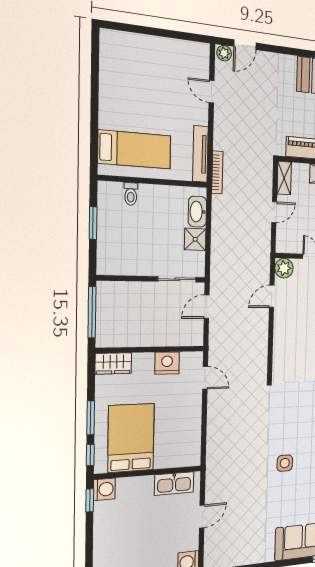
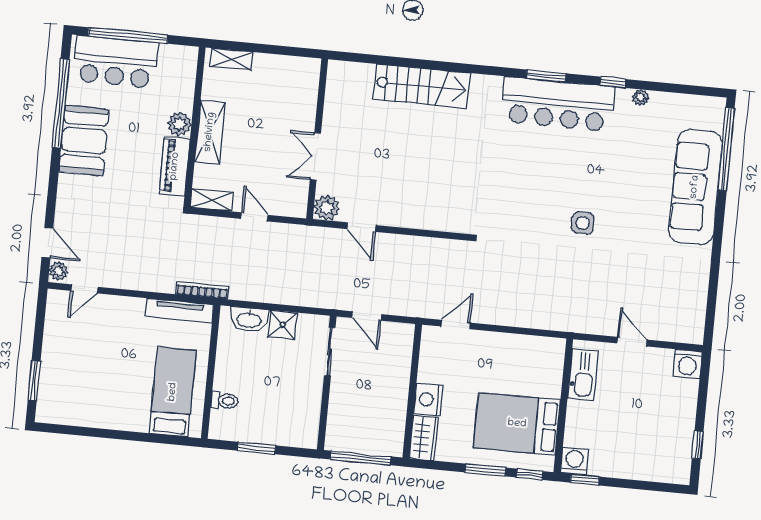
window: (135, 29) -> (34, 381), added
door: (211, 92) -> (85, 289), moved
nightstand: (167, 363) -> (428, 400), moved

